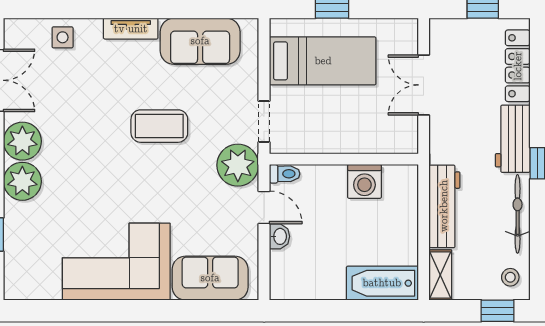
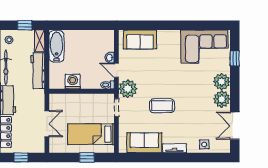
corner sofa: (116, 262) -> (204, 47), moved
bathtub: (382, 283) -> (57, 46), moved, turned -90
window: (498, 311) -> (25, 25), moved

